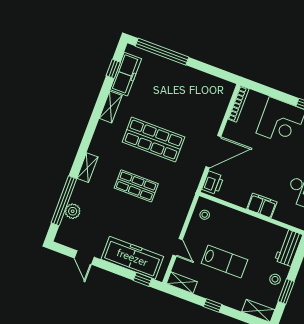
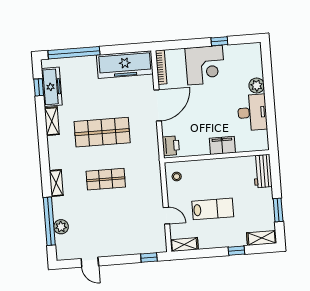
door: (213, 152) -> (158, 105), moved
freezer: (132, 258) -> (125, 65), moved, turned 180
stool: (275, 279) -> (264, 204), removed
window: (213, 306) -> (236, 251), moved

